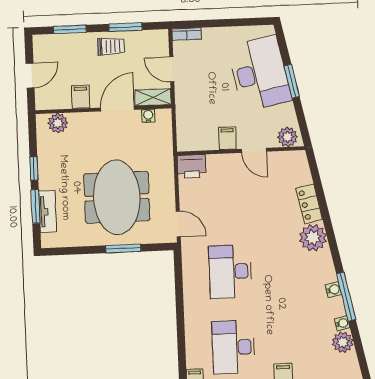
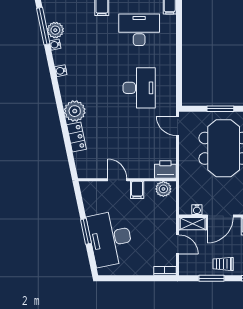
plant: (288, 137) -> (163, 189), moved
window: (346, 297) -> (43, 26), moved
desk: (233, 347) -> (139, 30), turned -90

